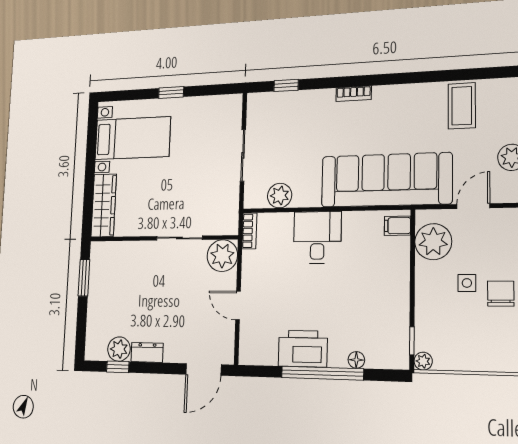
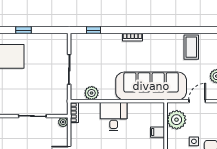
filing cabinet: (397, 226) -> (158, 132), moved
plant: (222, 256) -> (63, 122), width x0.53, depth x0.53

